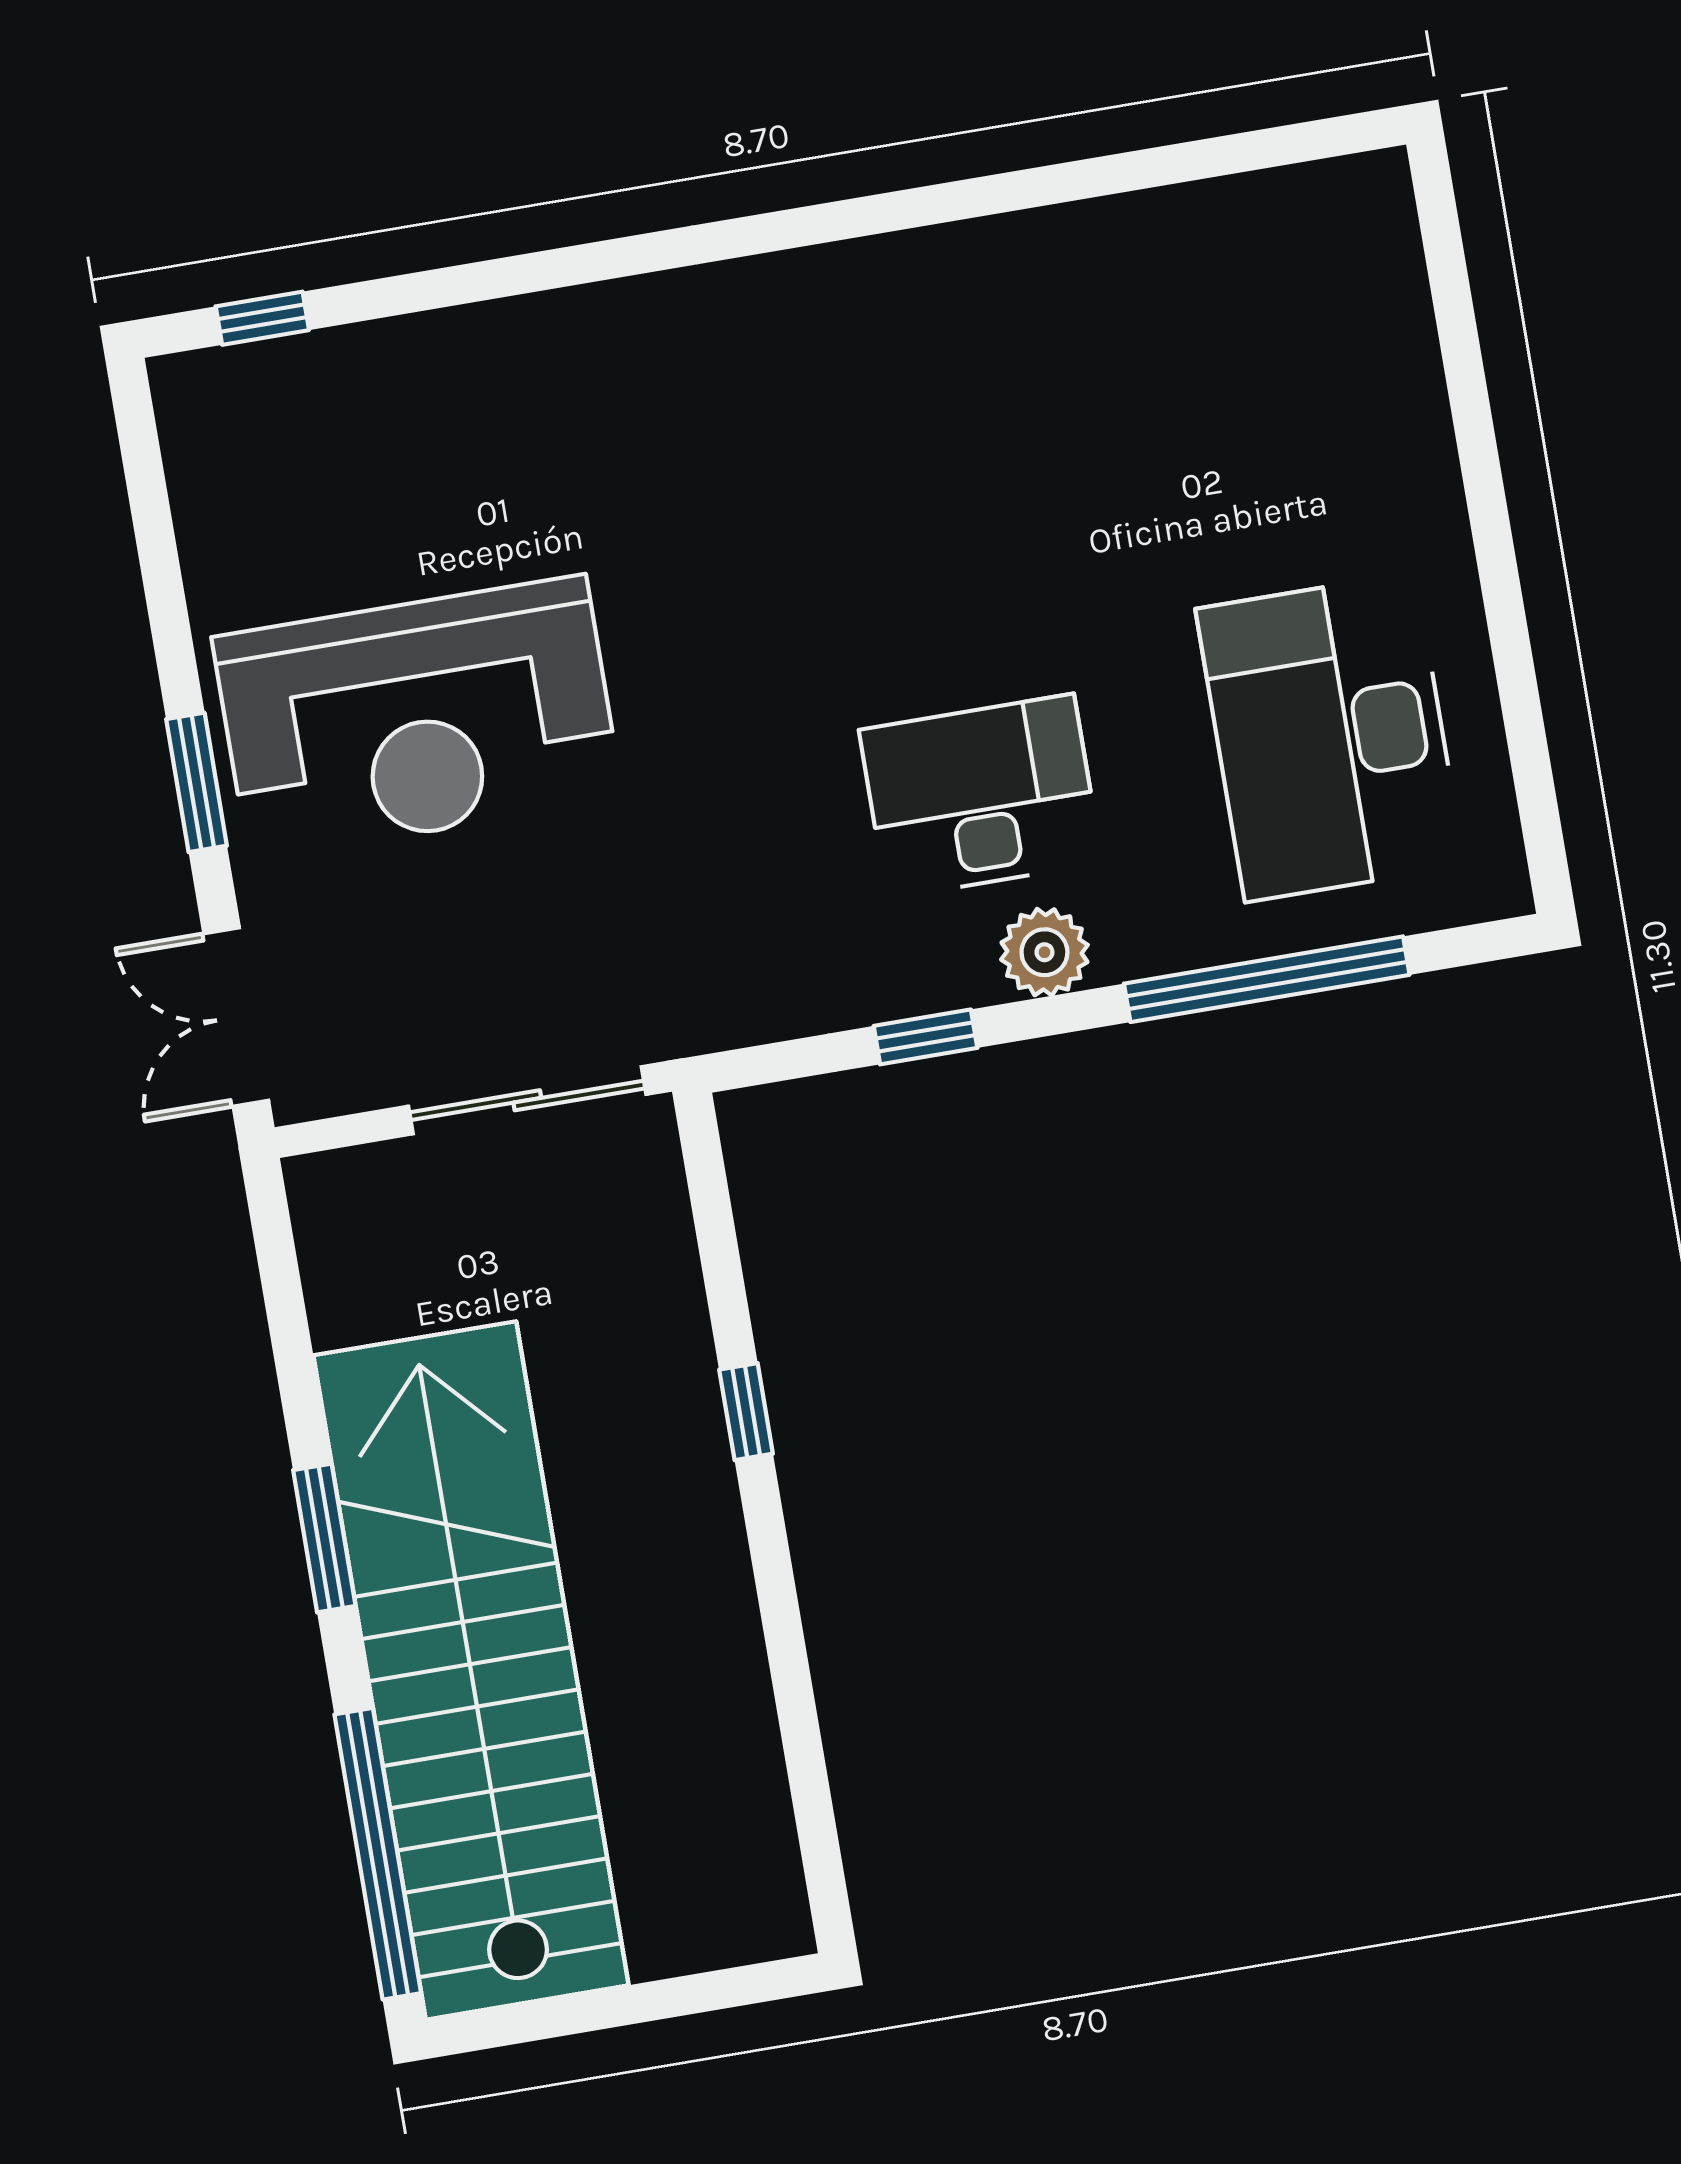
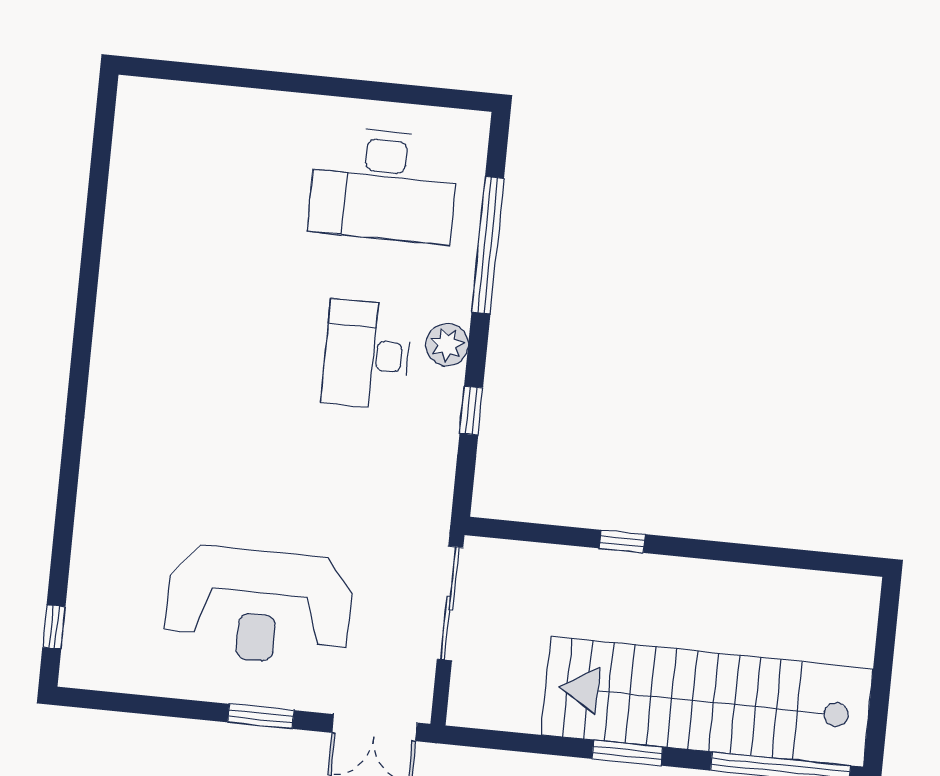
reception desk: (418, 718) -> (259, 606), turned 90

